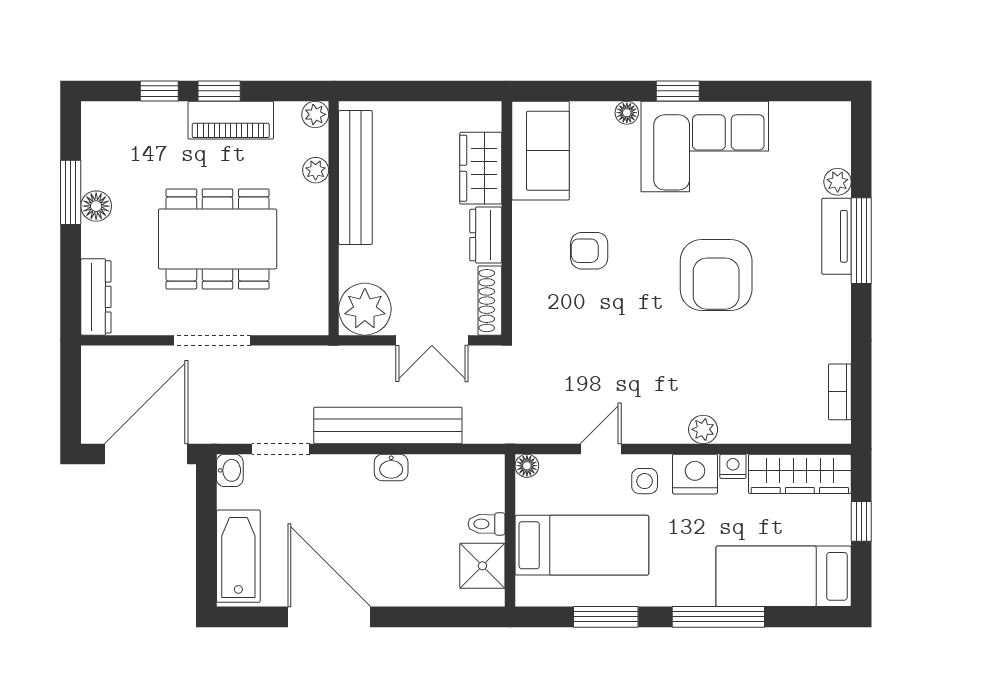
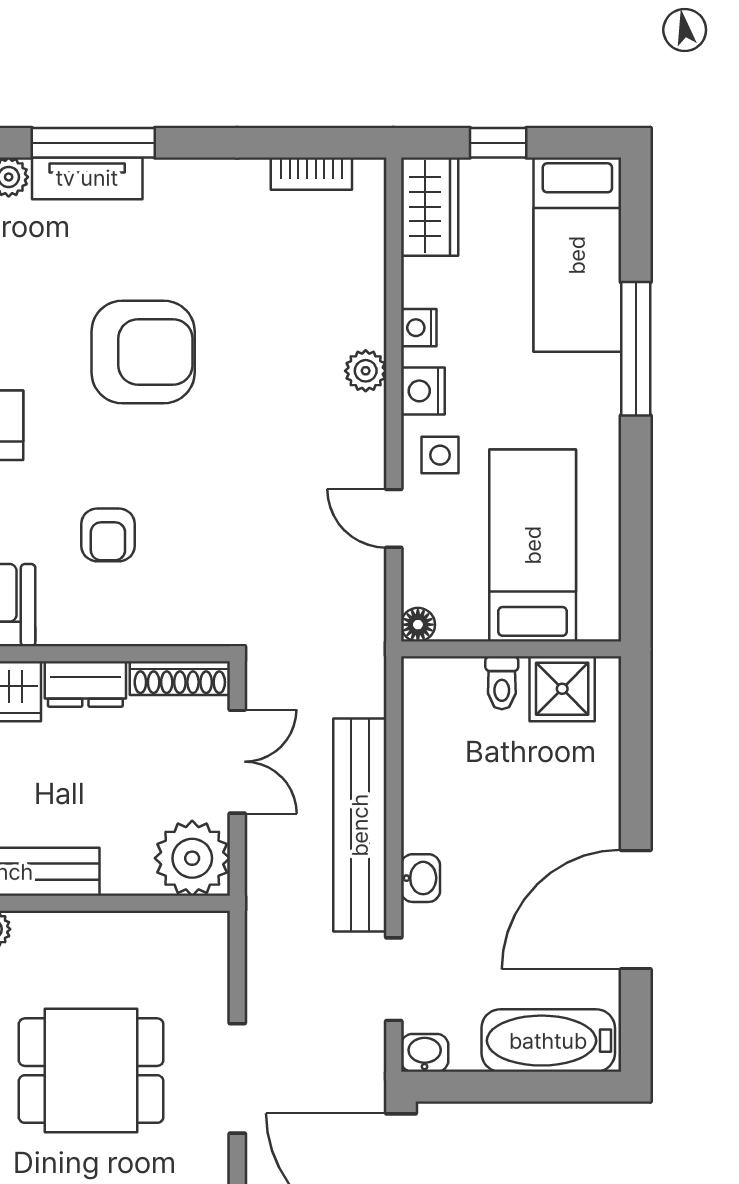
dining table: (218, 239) -> (91, 1071), width x0.73
washbasin: (391, 467) -> (420, 878), moved
nightstand: (695, 474) -> (423, 391), width x0.74, depth x0.75
wardrobe: (800, 474) -> (430, 207), width x0.67
window: (606, 617) -> (636, 511), removed

